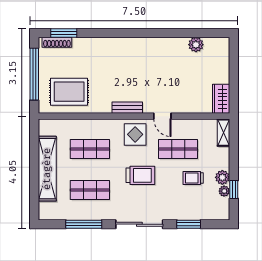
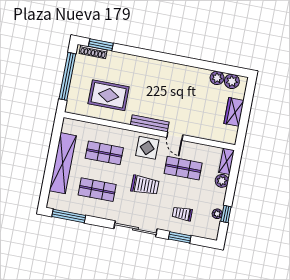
plant: (213, 45) -> (232, 81), added
rug: (69, 92) -> (109, 95), moved
wardrobe: (221, 99) -> (234, 112), moved
bench: (127, 108) -> (150, 123), width x1.36
plant: (222, 177) -> (222, 181), moved
trolley: (193, 178) -> (182, 214), moved
window: (84, 224) -> (69, 216), moved

